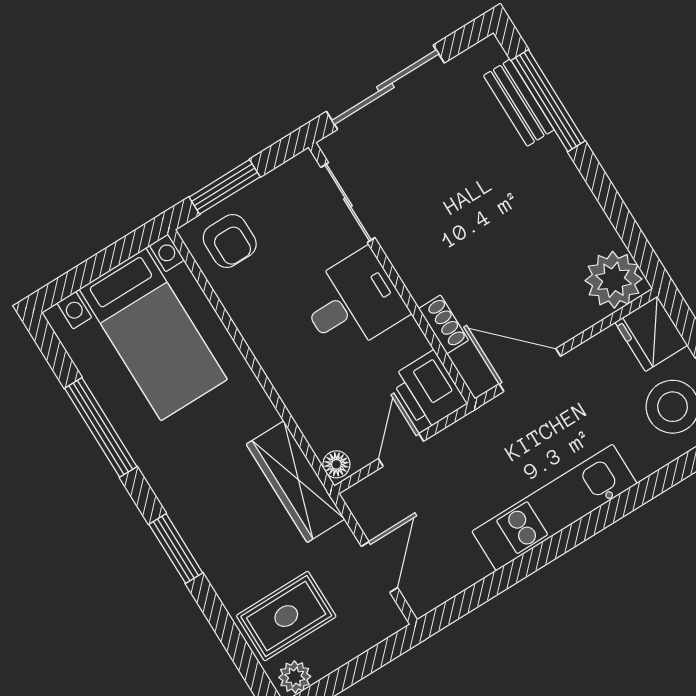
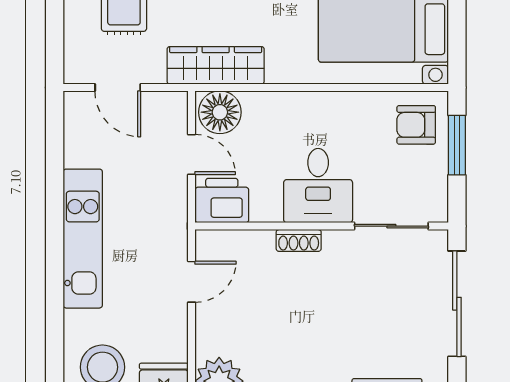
shoe rack: (444, 324) -> (299, 240), moved
door: (530, 370) -> (192, 282), width x0.73
floor lamp: (336, 464) -> (220, 112), width x1.89, depth x1.89

